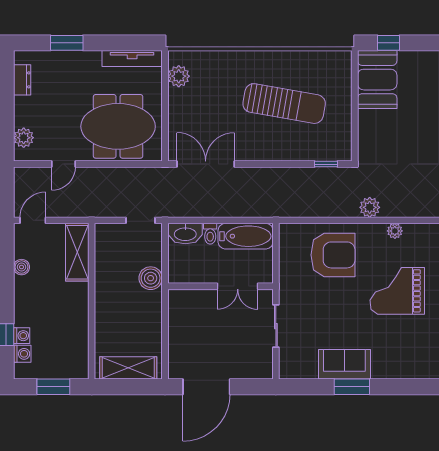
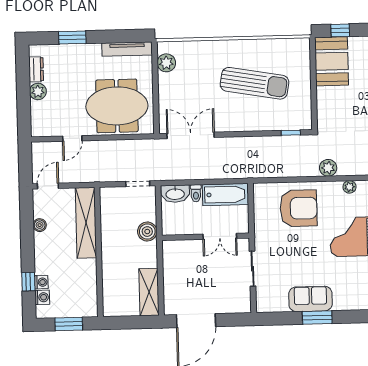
plant: (24, 138) -> (38, 91), moved
shelving: (77, 252) -> (86, 223), width x1.47
shelving: (128, 368) -> (149, 292), moved, turned 90

